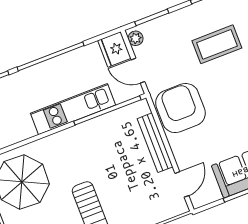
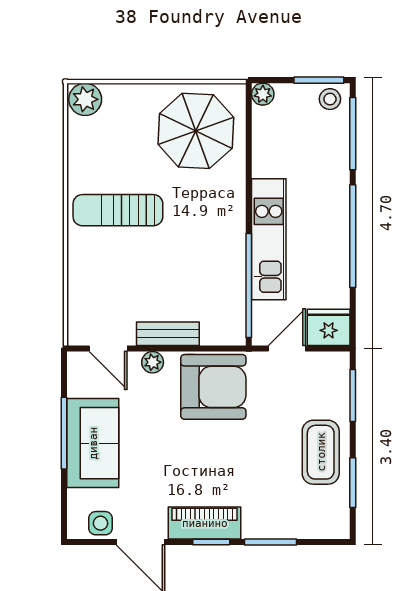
plant: (136, 38) -> (153, 362), moved
coffee table: (217, 44) -> (321, 452), moved
bench: (155, 143) -> (168, 334), width x0.73

